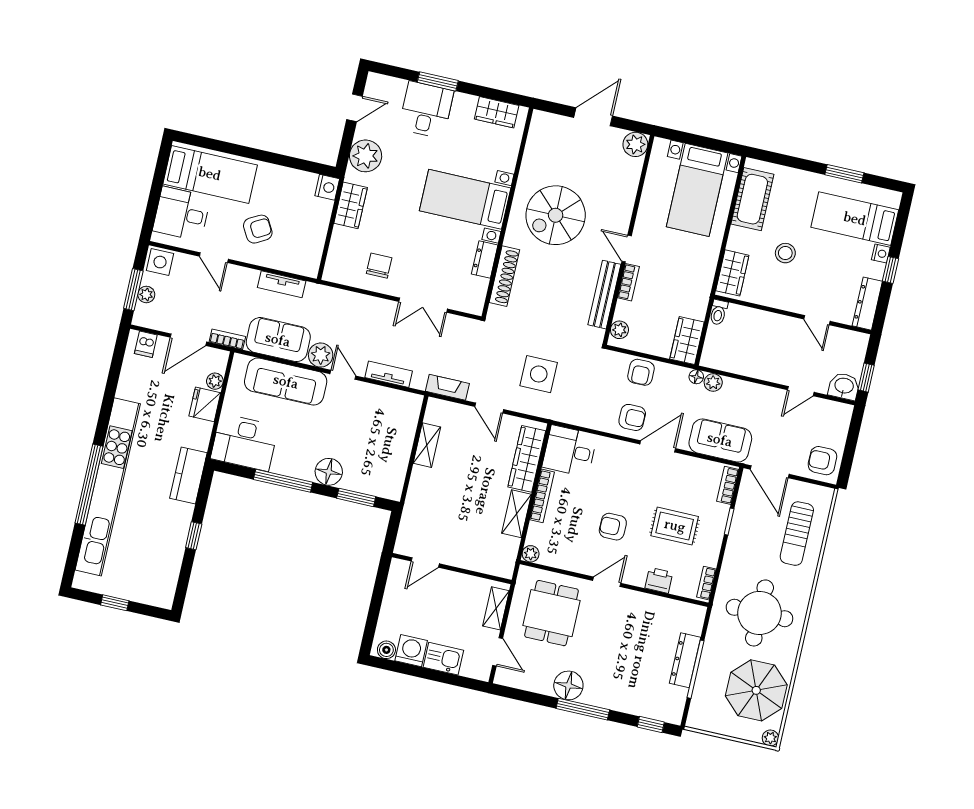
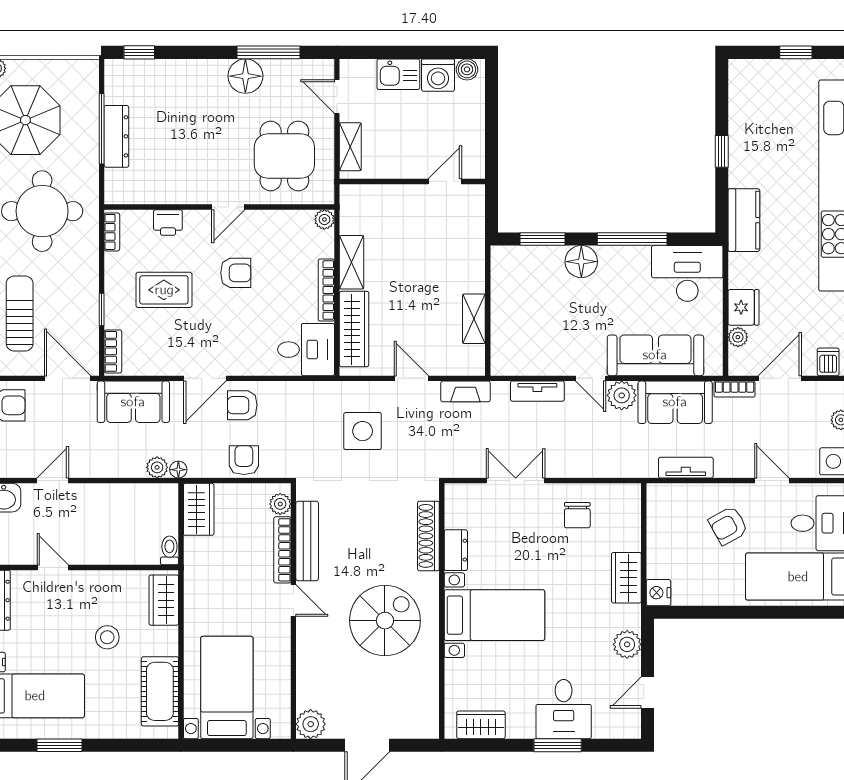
plant: (366, 156) -> (627, 644), width x0.73, depth x0.73
bookcase: (628, 282) -> (282, 550), width x1.56
window: (583, 709) -> (269, 52), moved

